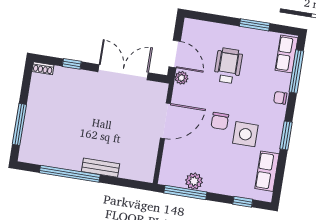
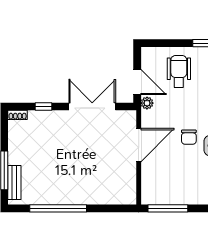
wheelchair: (228, 66) -> (179, 71), moved
bench: (100, 168) -> (14, 182), moved, turned 90
plant: (194, 181) -> (174, 197), removed

